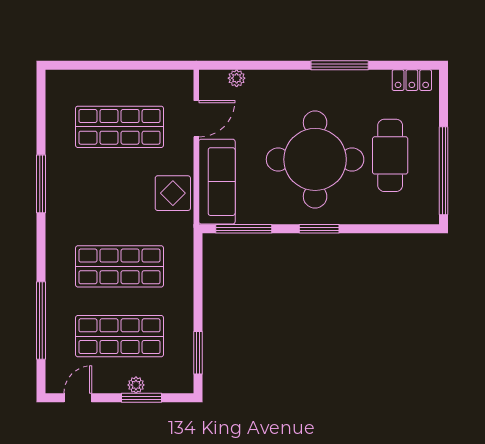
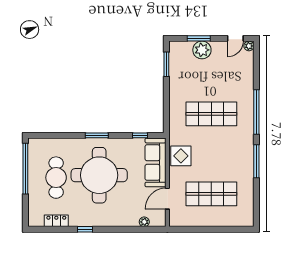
window: (340, 65) -> (85, 229), width x0.46
locker: (412, 80) -> (56, 221), moved
window: (244, 229) -> (140, 135), width x0.46
window: (41, 321) -> (256, 112), moved
shop shelf: (120, 336) -> (211, 74), removed
plant: (54, 385) -> (249, 46), added
plant: (136, 385) -> (202, 50), width x1.88, depth x1.88

